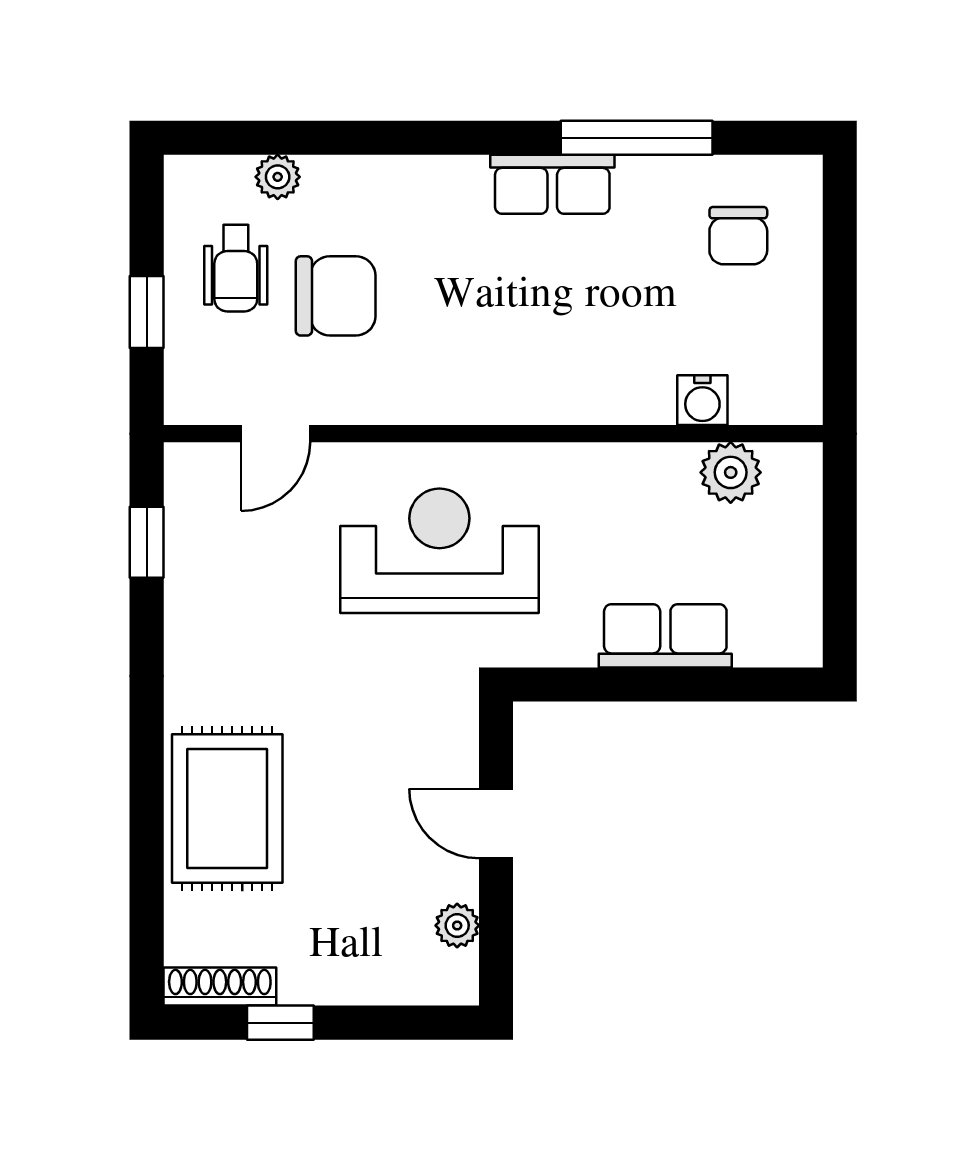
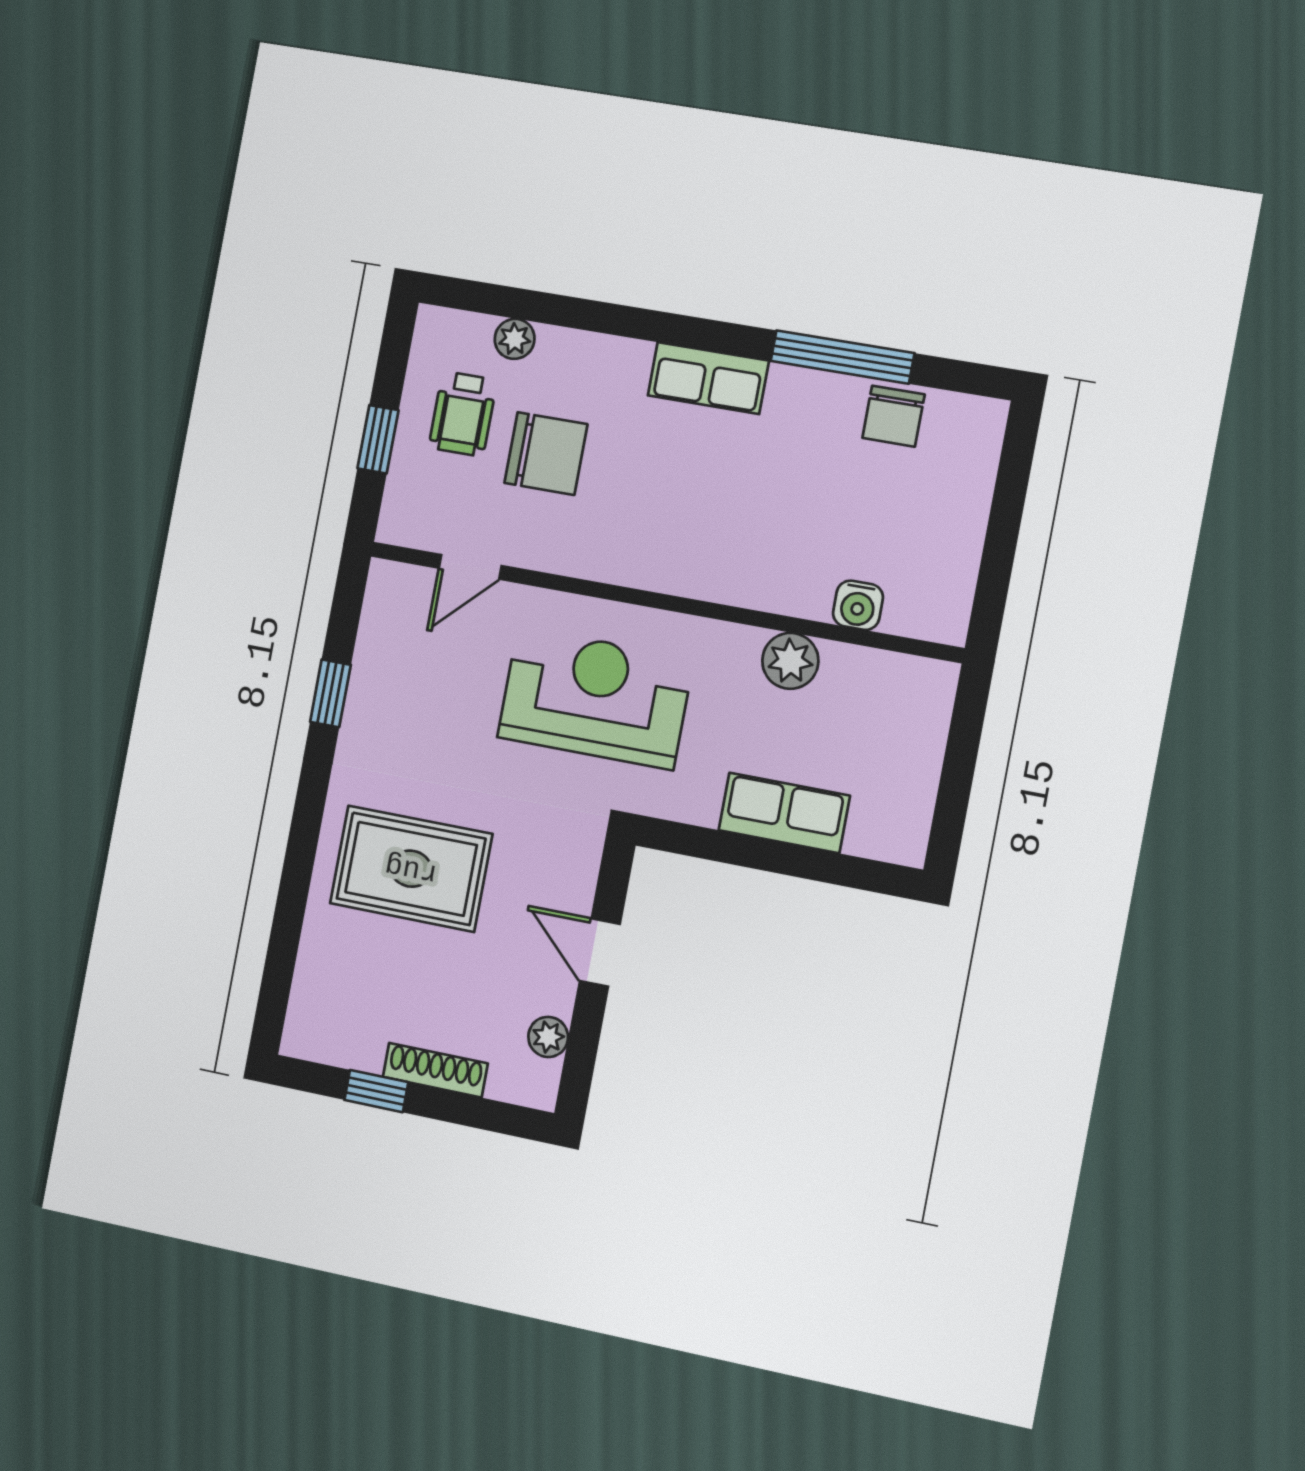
row of seats: (552, 184) -> (708, 378), moved
chair: (738, 236) -> (893, 416), moved
plant: (731, 472) -> (790, 661), moved
window: (147, 542) -> (330, 693), moved
rug: (227, 809) -> (411, 869), moved, turned 90
shoe rack: (220, 987) -> (435, 1070), moved

